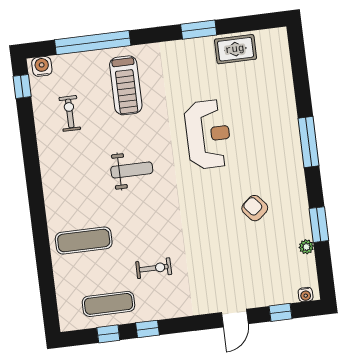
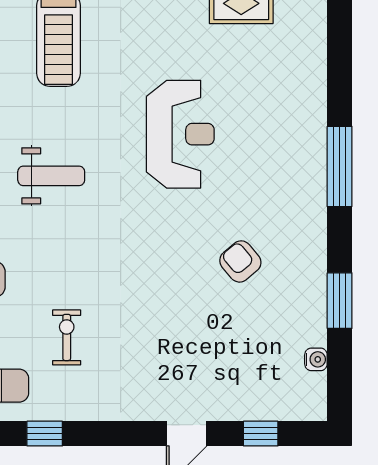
plant: (306, 247) -> (315, 334), removed
exercise bike: (154, 268) -> (67, 337), turned -90
water cooler: (306, 295) -> (316, 359), moved, turned -90

